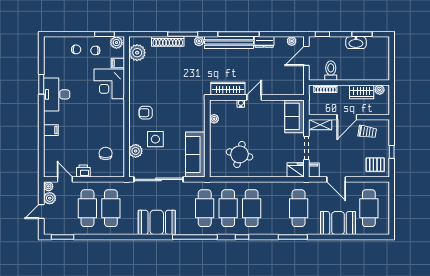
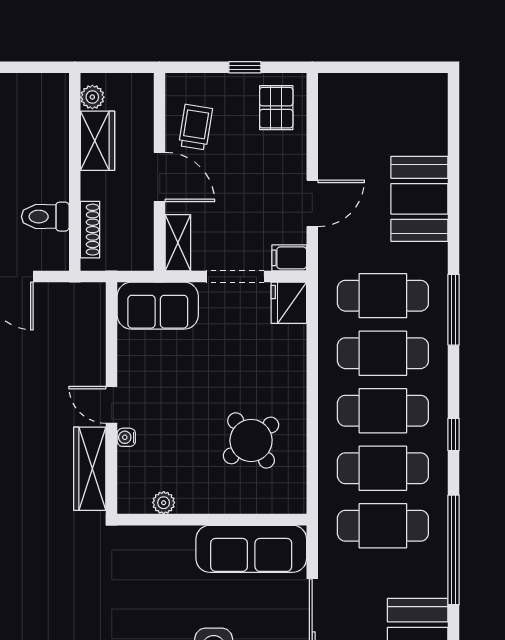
round table: (239, 154) -> (251, 440), turned 38
cafe table: (369, 208) -> (383, 353), moved

